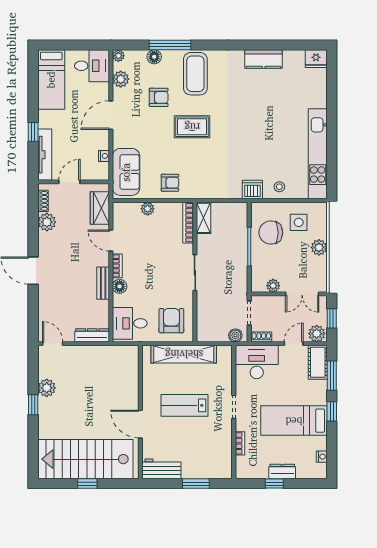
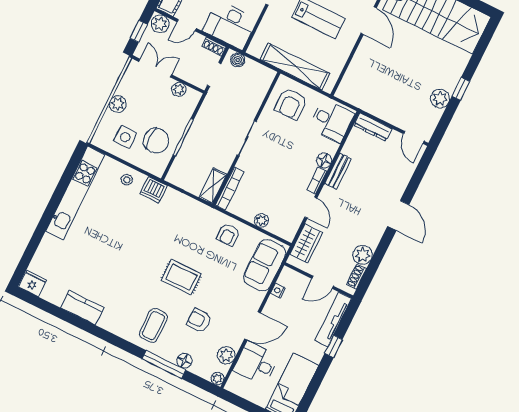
desk: (92, 66) -> (256, 363), moved
coffee table: (195, 74) -> (153, 326), width x0.73, depth x0.76
armchair: (170, 183) -> (228, 235), turned -90

